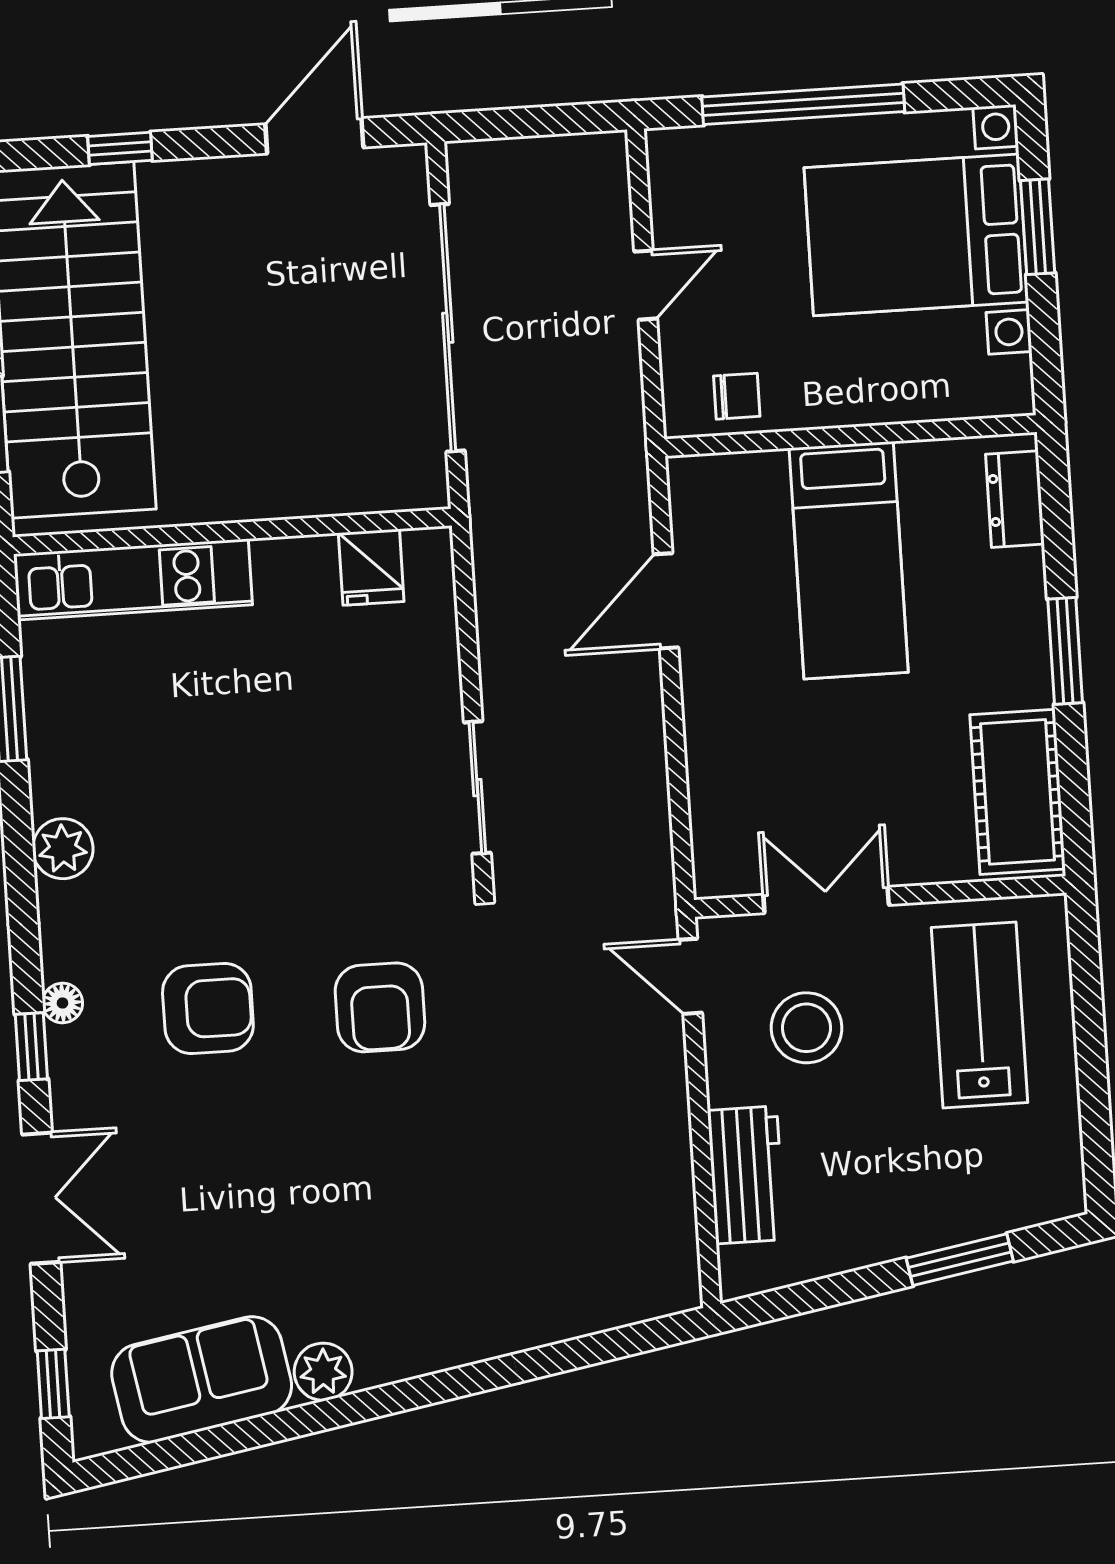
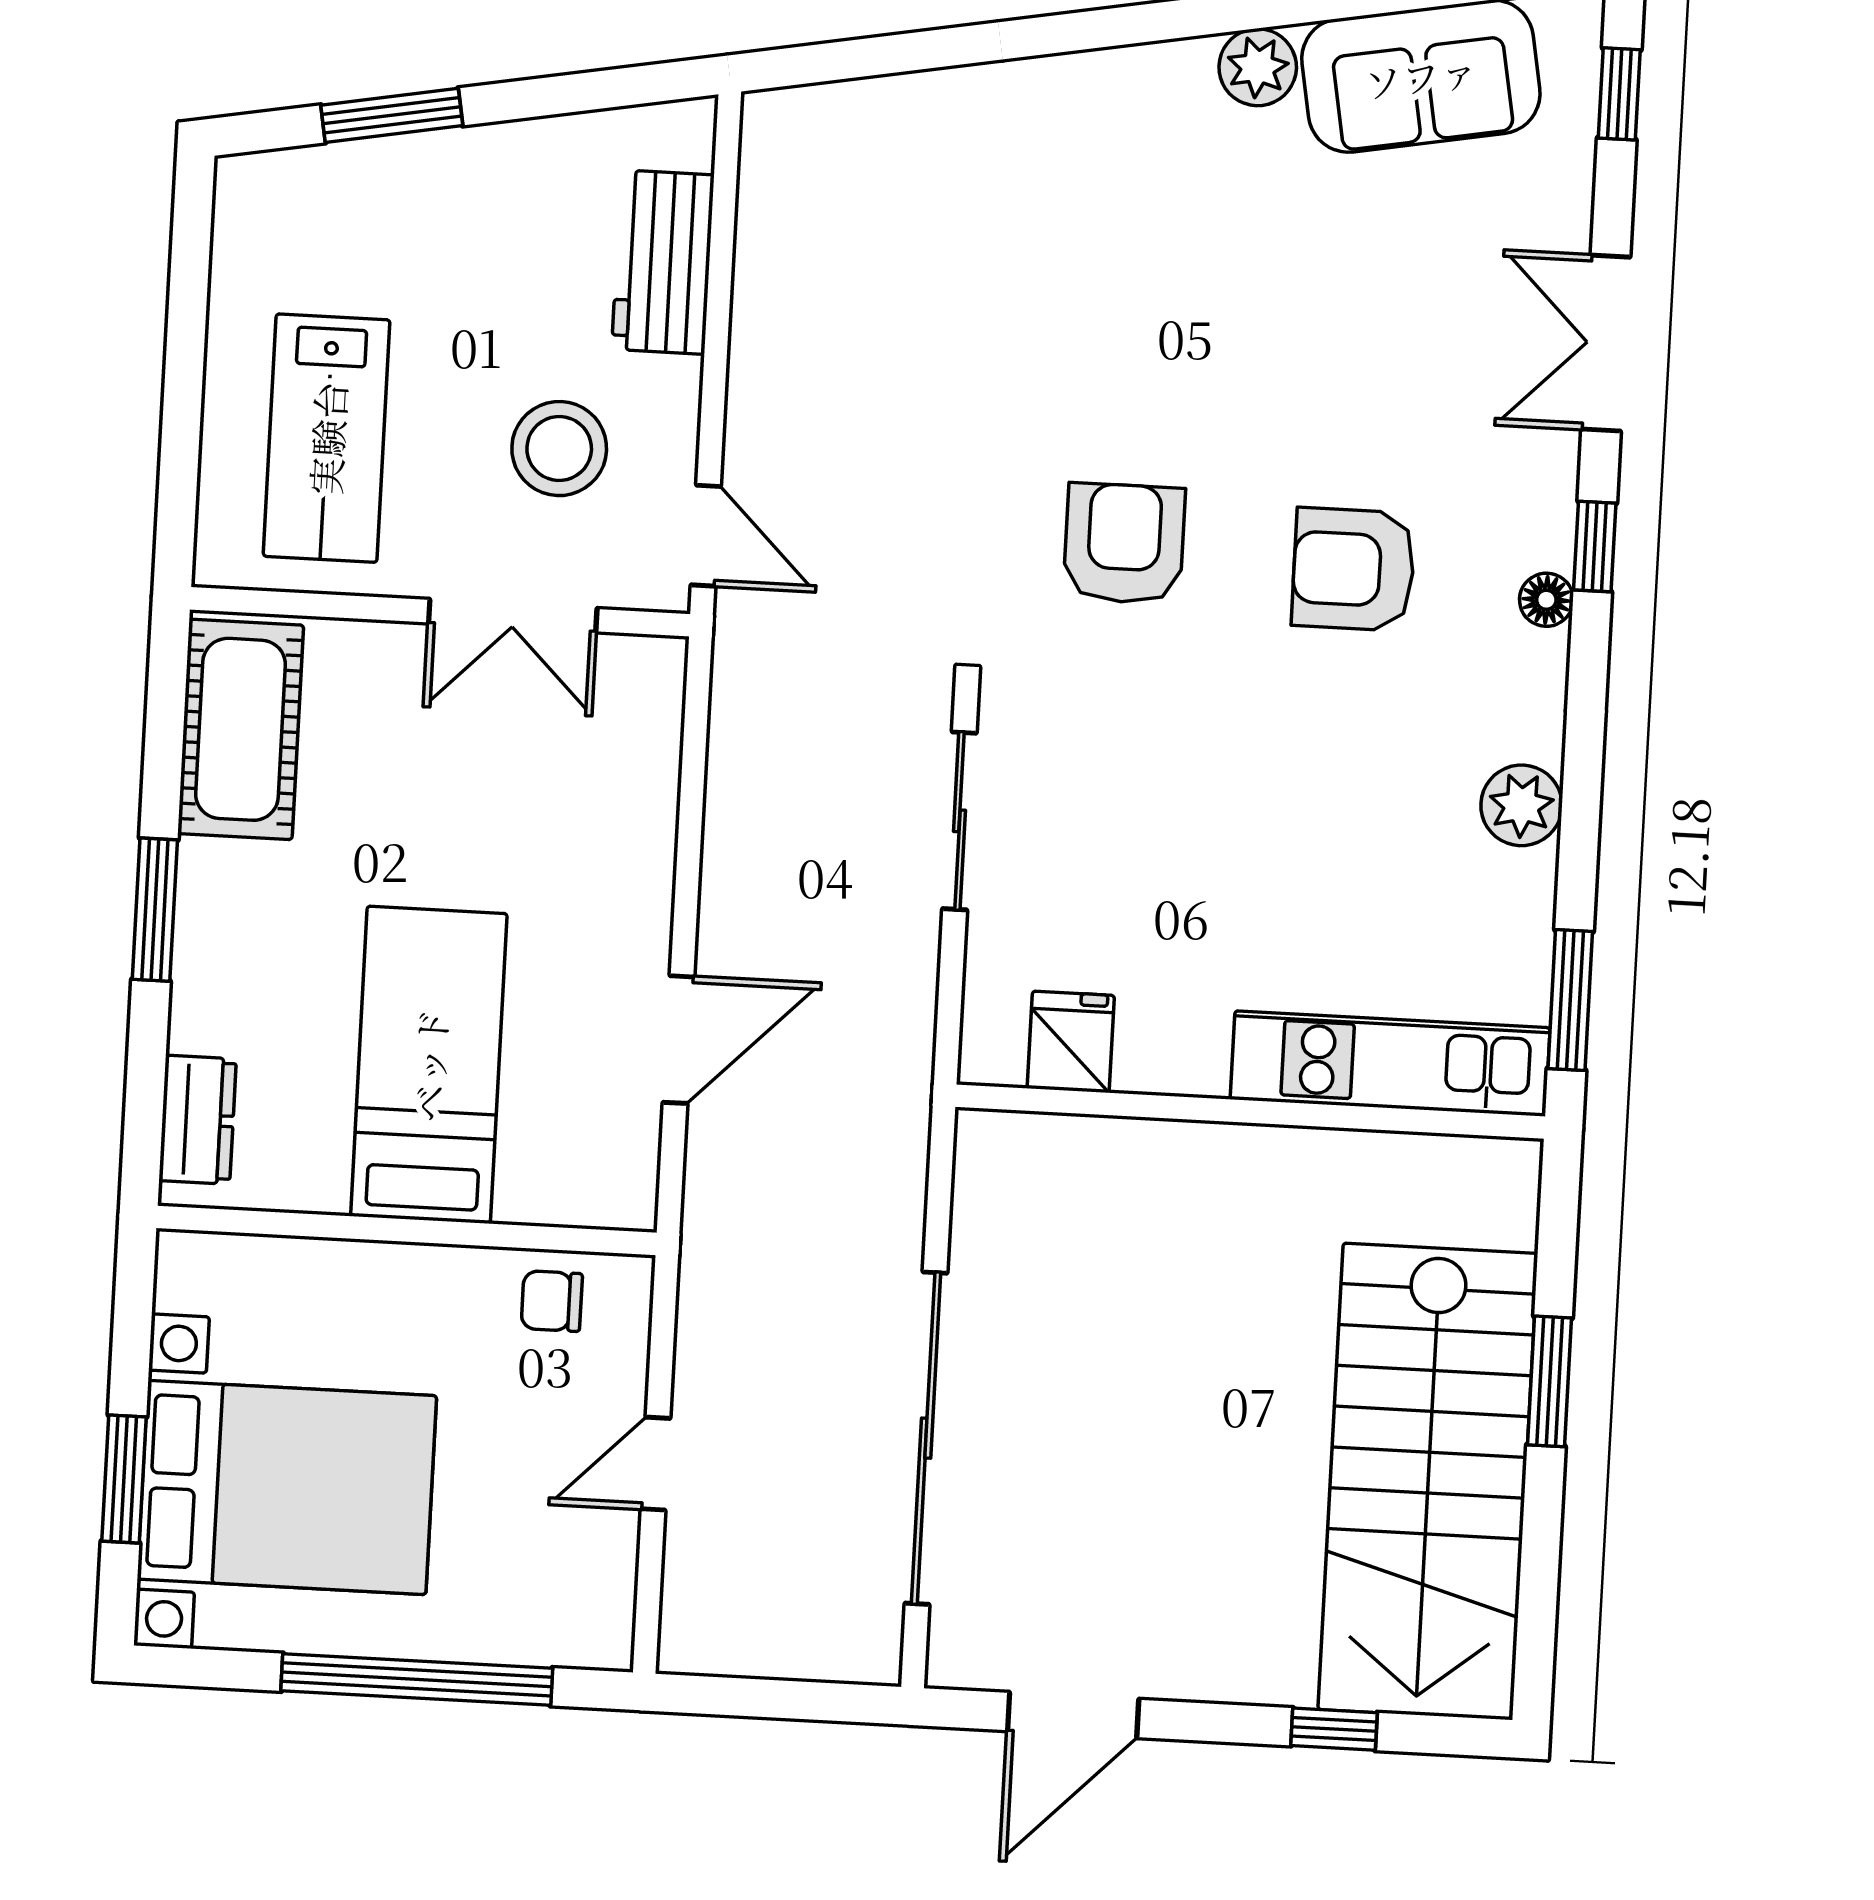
wall: (232, 531) -> (1250, 1112), moved
fridge: (371, 567) -> (1071, 1042), moved
kitchen unit: (133, 579) -> (1390, 1063), moved

